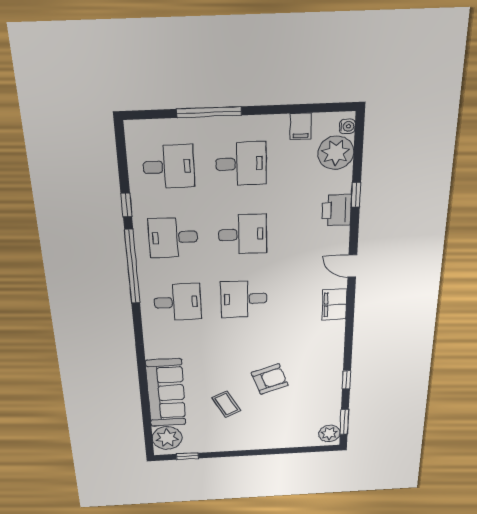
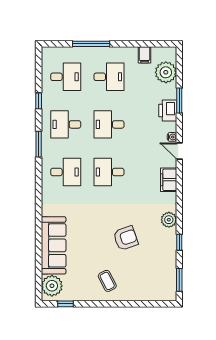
water cooler: (347, 126) -> (172, 137), moved
window: (356, 195) -> (179, 101), width x1.50
desk: (243, 234) -> (109, 124), turned 180
window: (132, 267) -> (39, 144), width x0.47
coffee table: (226, 404) -> (107, 281), moved
plant: (329, 433) -> (169, 220), moved

